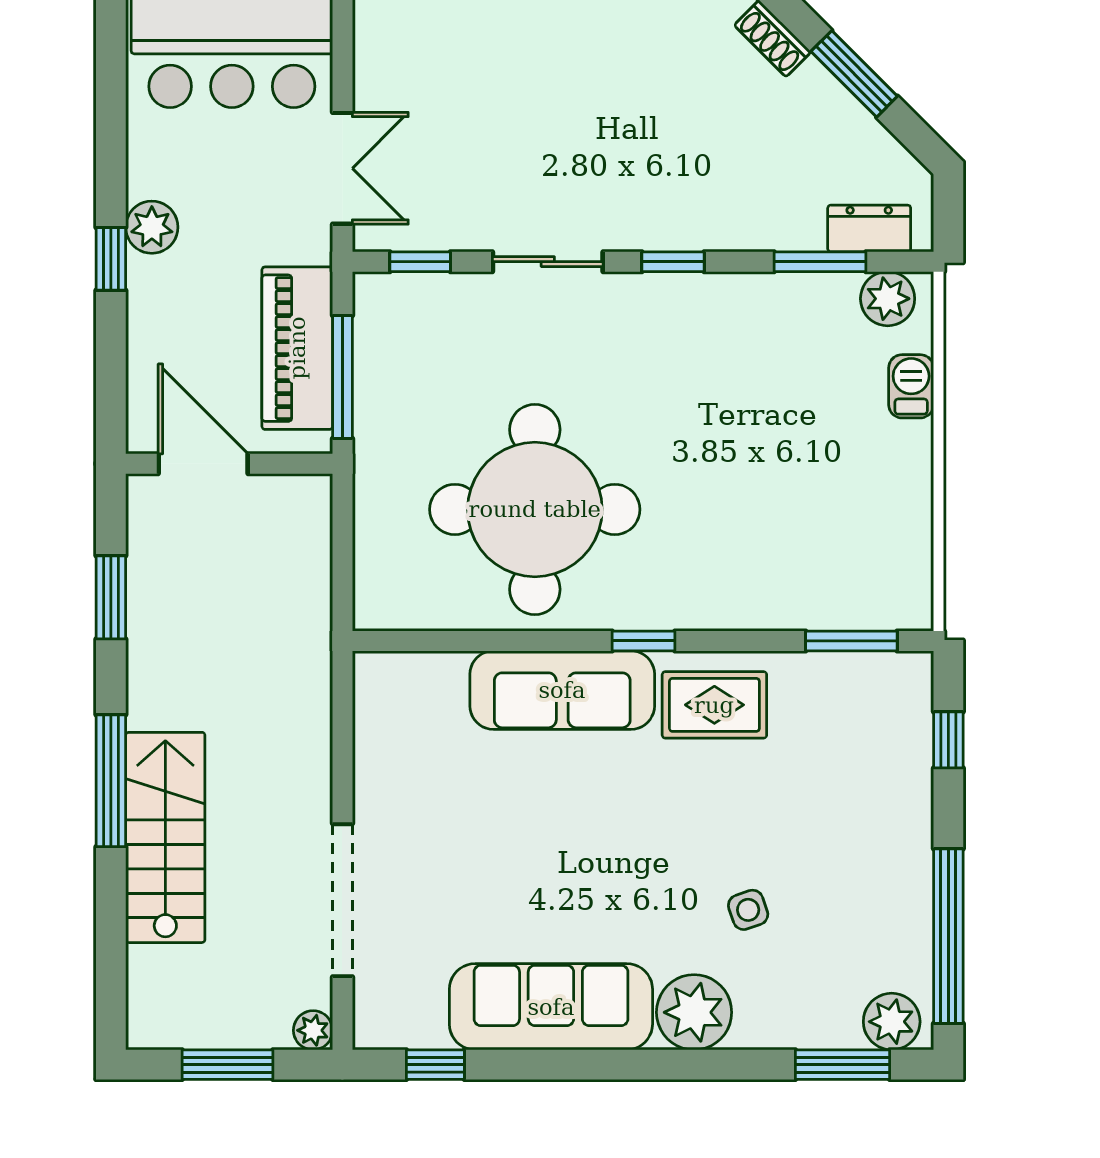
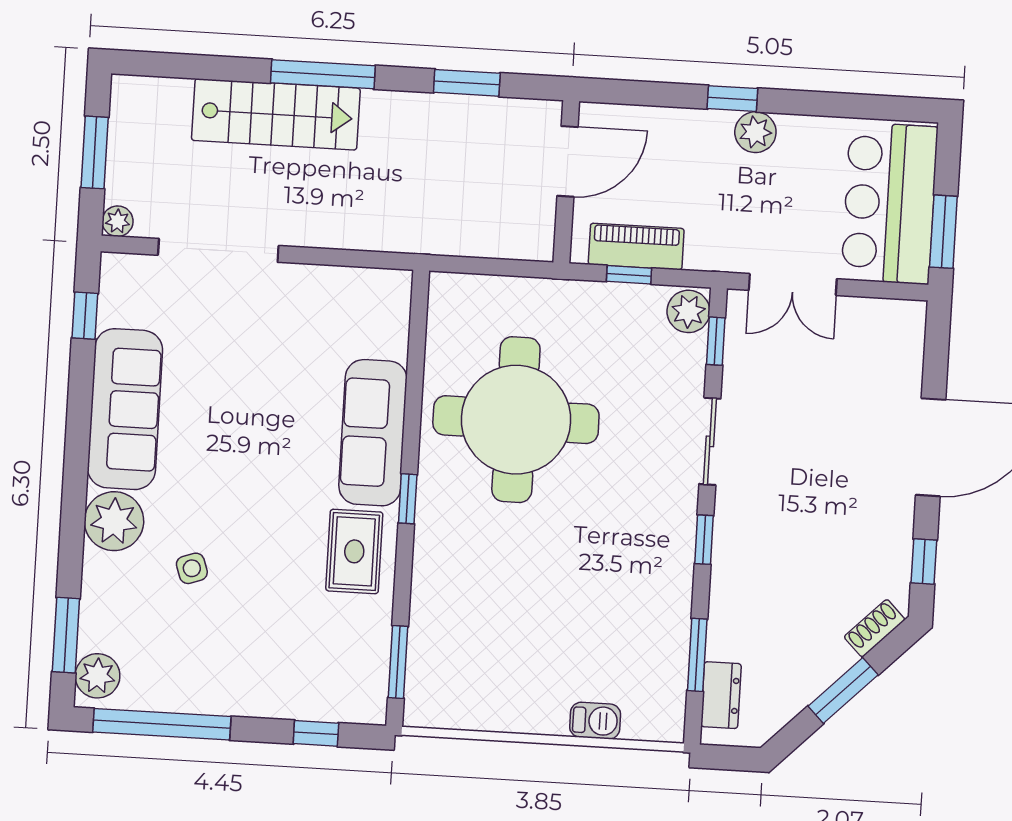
plant: (888, 299) -> (688, 311), moved
piano: (297, 348) -> (636, 246), width x0.73, depth x0.75
window: (342, 377) -> (629, 275), width x0.46

